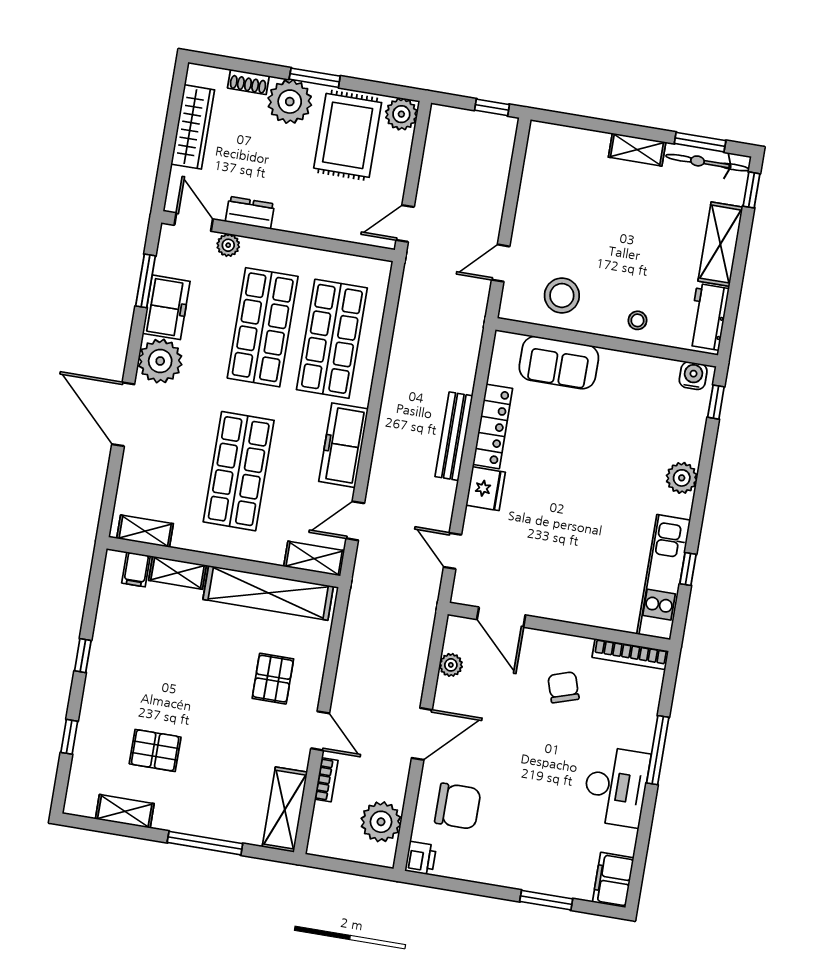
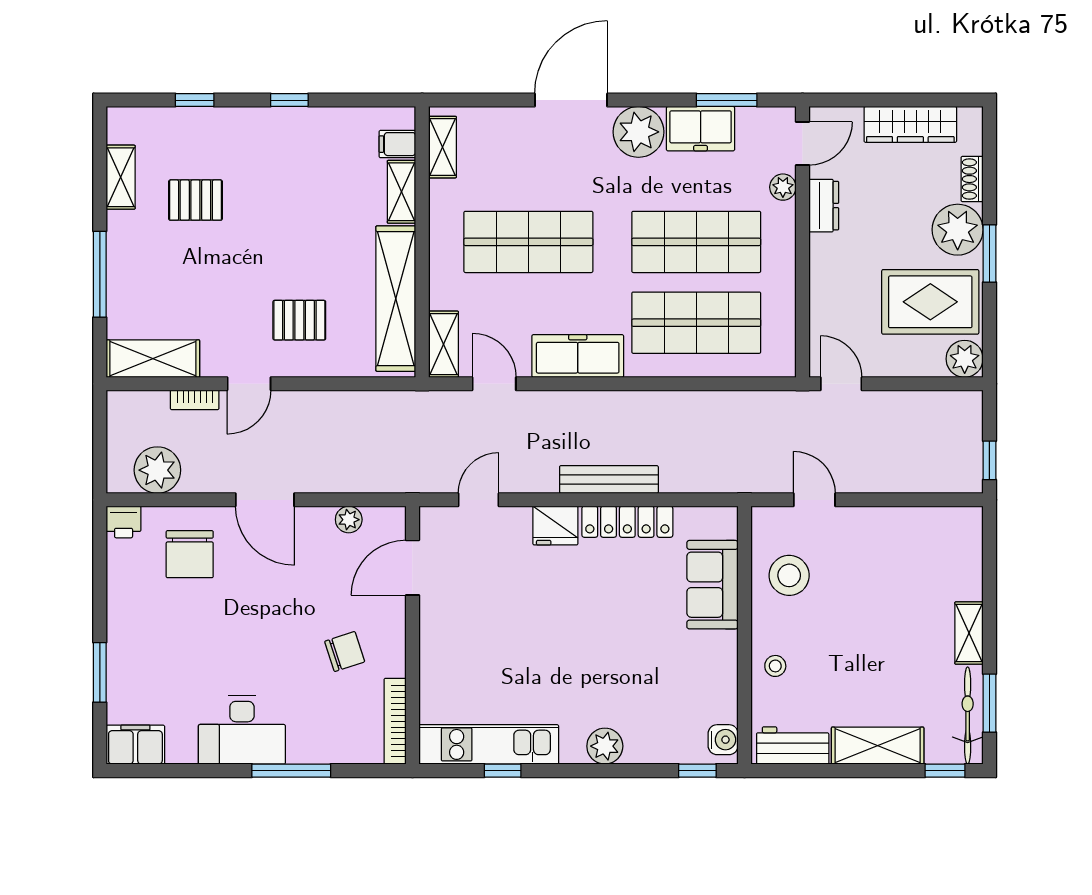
pallet: (155, 750) -> (195, 200), turned 90

